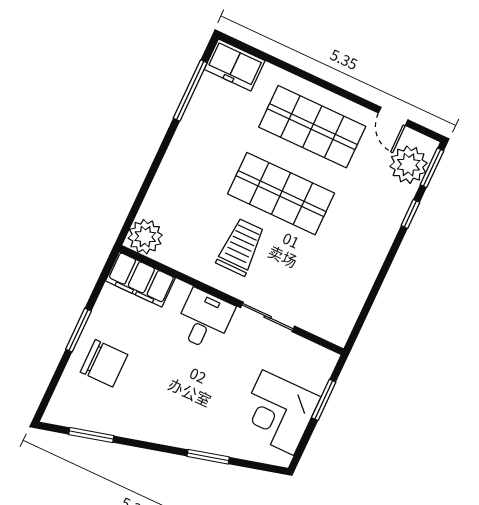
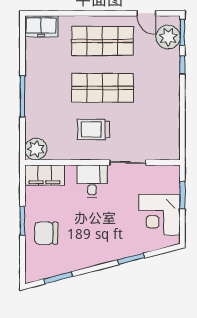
window: (190, 90) -> (22, 96), moved
trolley: (241, 247) -> (94, 129), turned -90
chair: (104, 363) -> (46, 233), turned 180

